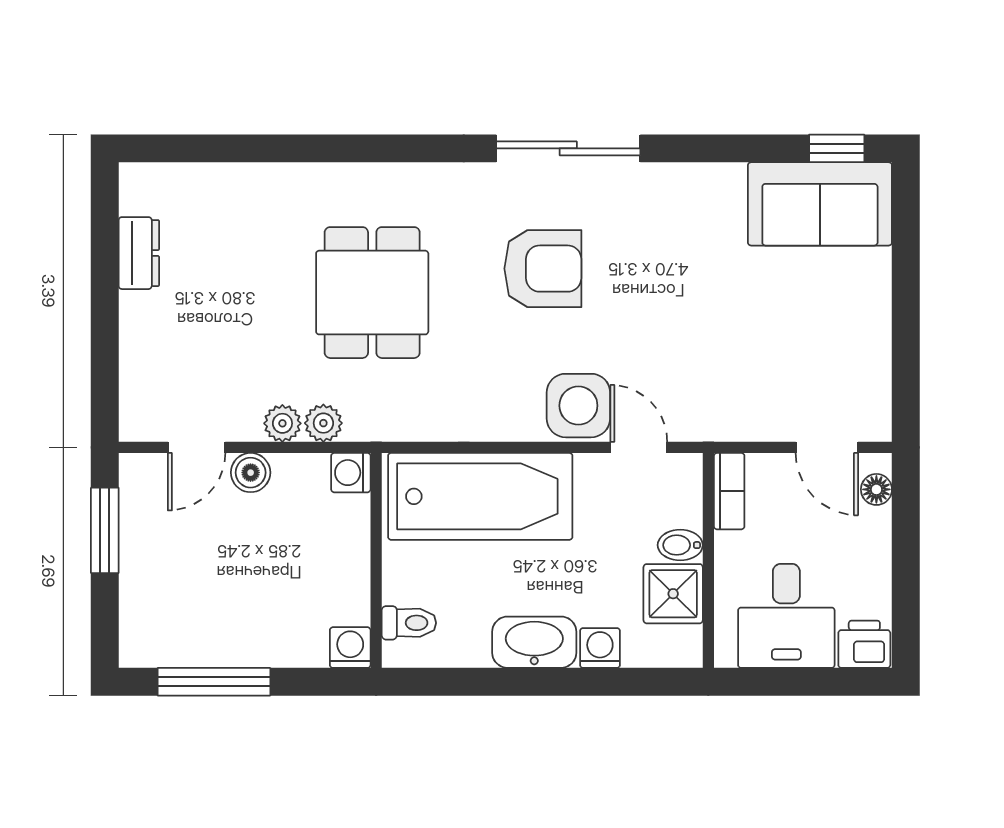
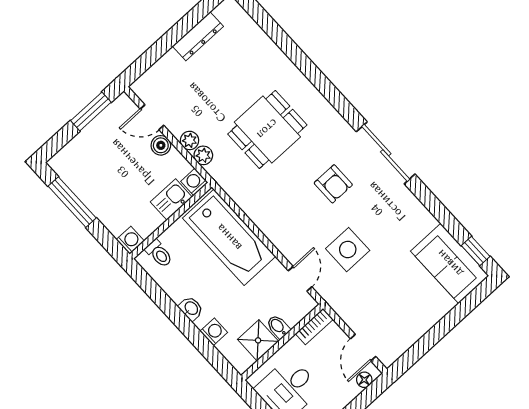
dresser: (139, 253) -> (198, 36), width x1.44
armchair: (543, 269) -> (333, 184), width x0.72, depth x0.72
side table: (578, 406) -> (348, 250), moved
kitchen sink: (345, 531) -> (171, 199), added
washbasin: (534, 642) -> (191, 309), width x0.52, depth x0.69

